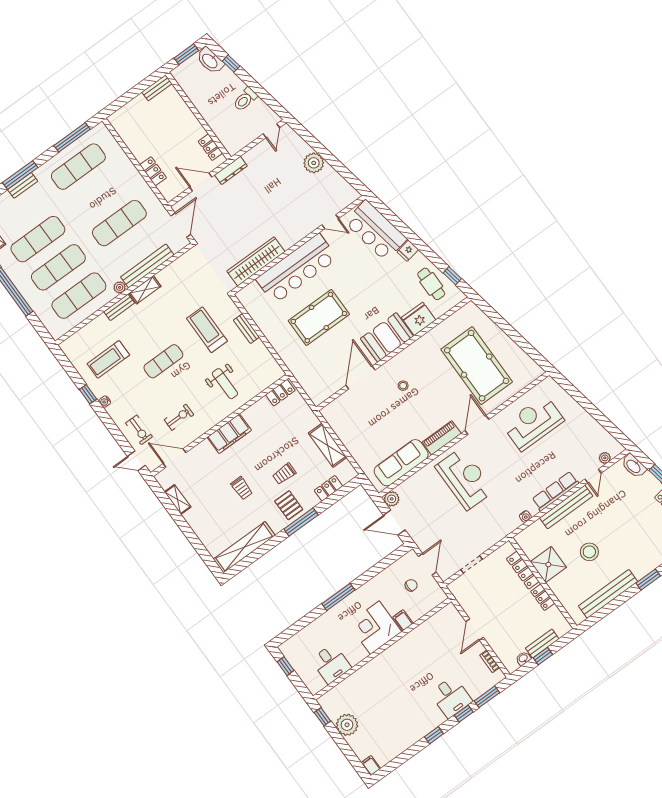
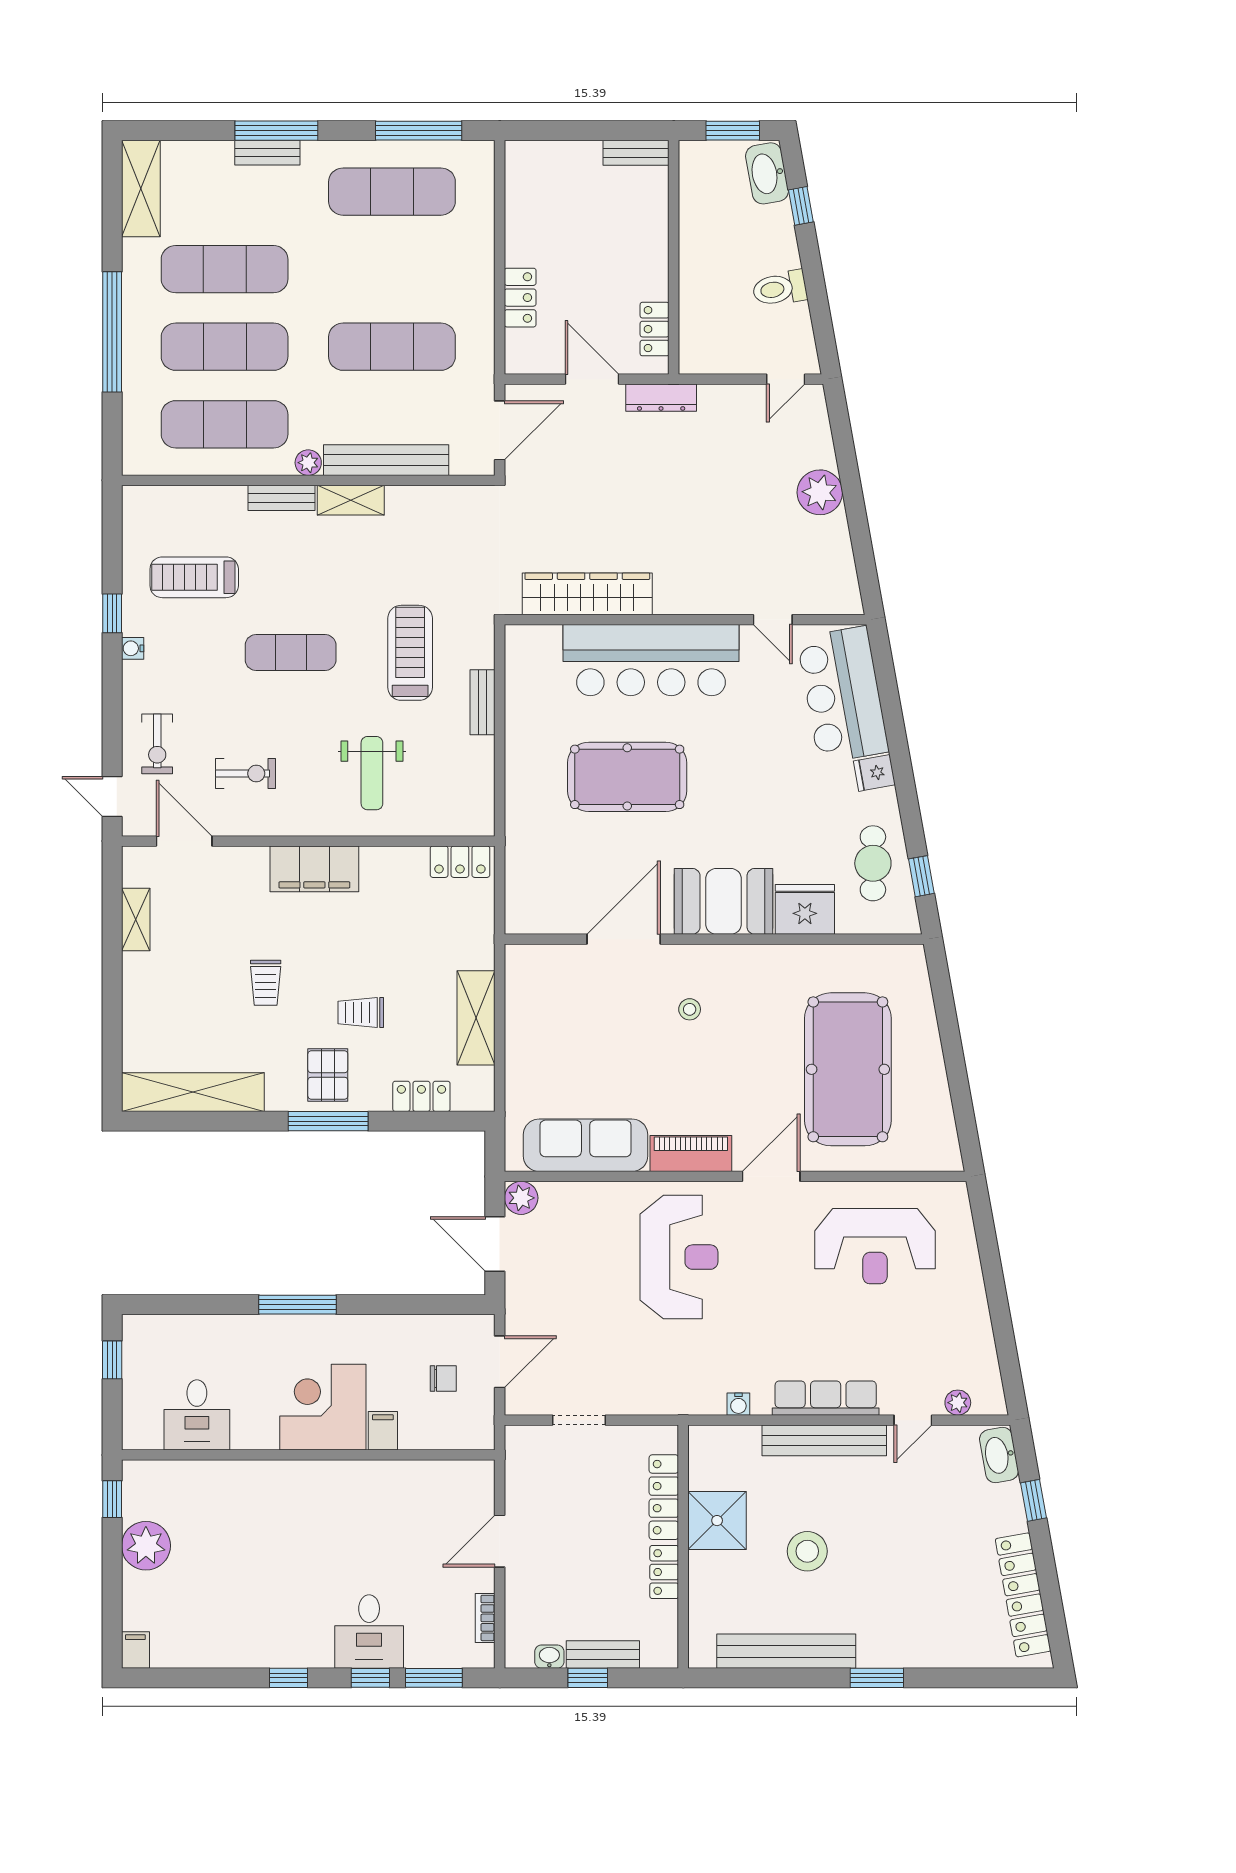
reception desk: (533, 423) -> (875, 1246), turned 180

